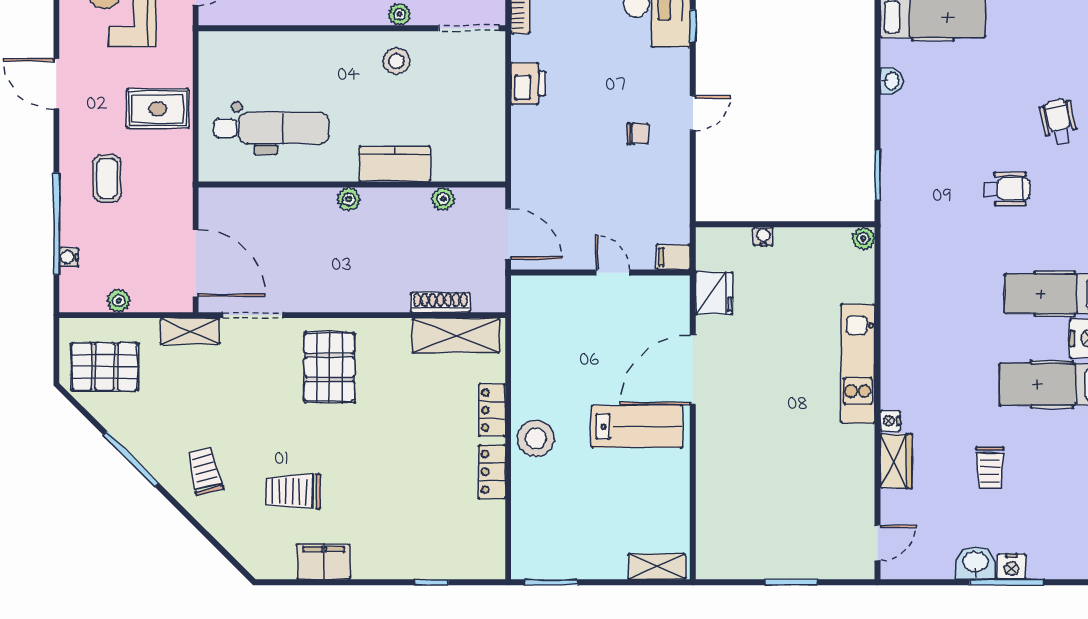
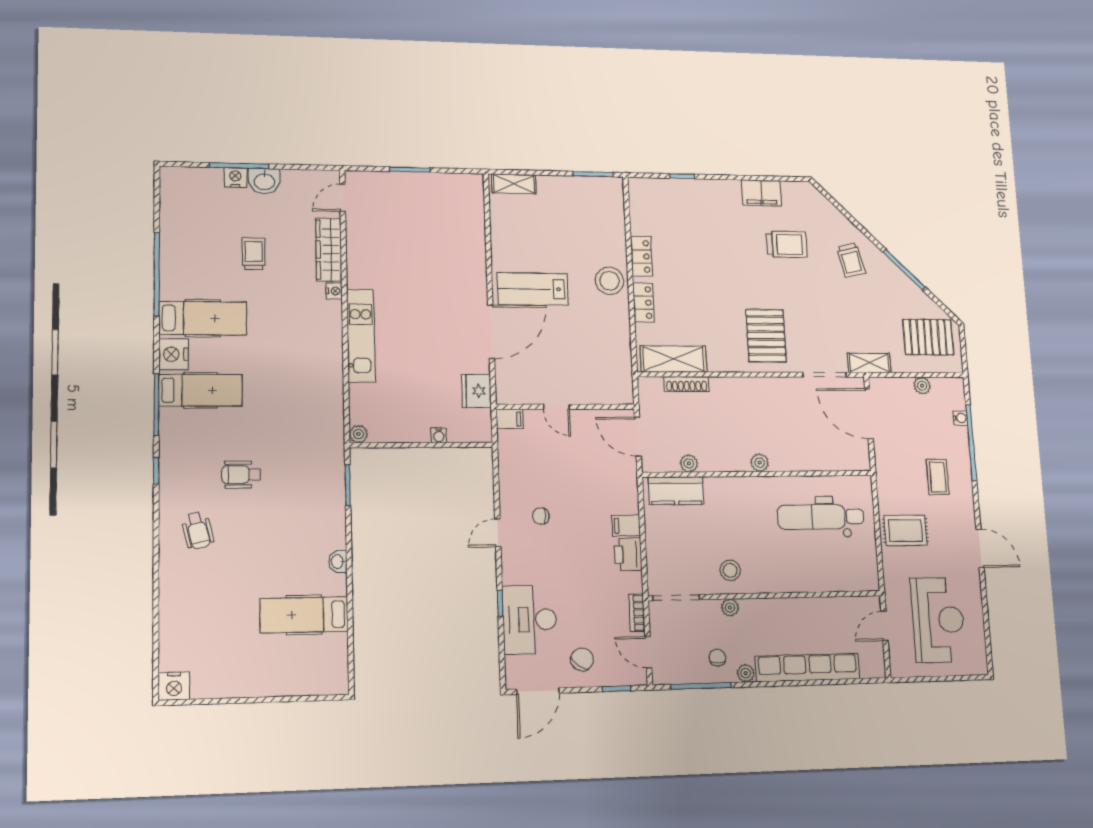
filing cabinet: (529, 120) -> (626, 526), added
kitchen counter: (395, 164) -> (676, 491), moved
wardrobe: (896, 461) -> (329, 250), width x1.50

